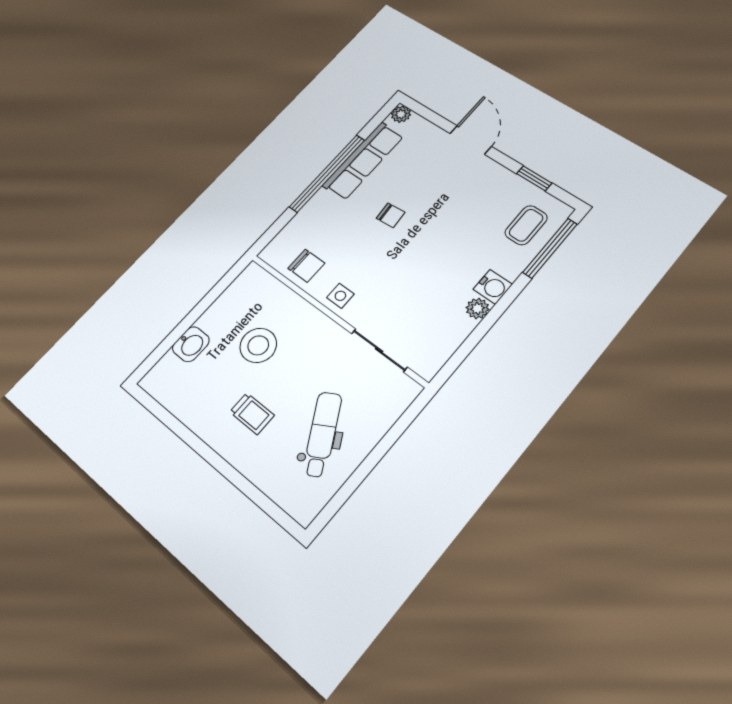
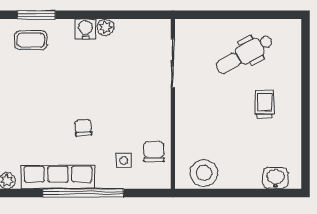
window: (550, 248) -> (36, 15), width x0.69
side table: (340, 296) -> (124, 160), moved
washbasin: (191, 344) -> (276, 178), moved
stool: (258, 345) -> (204, 173), moved

